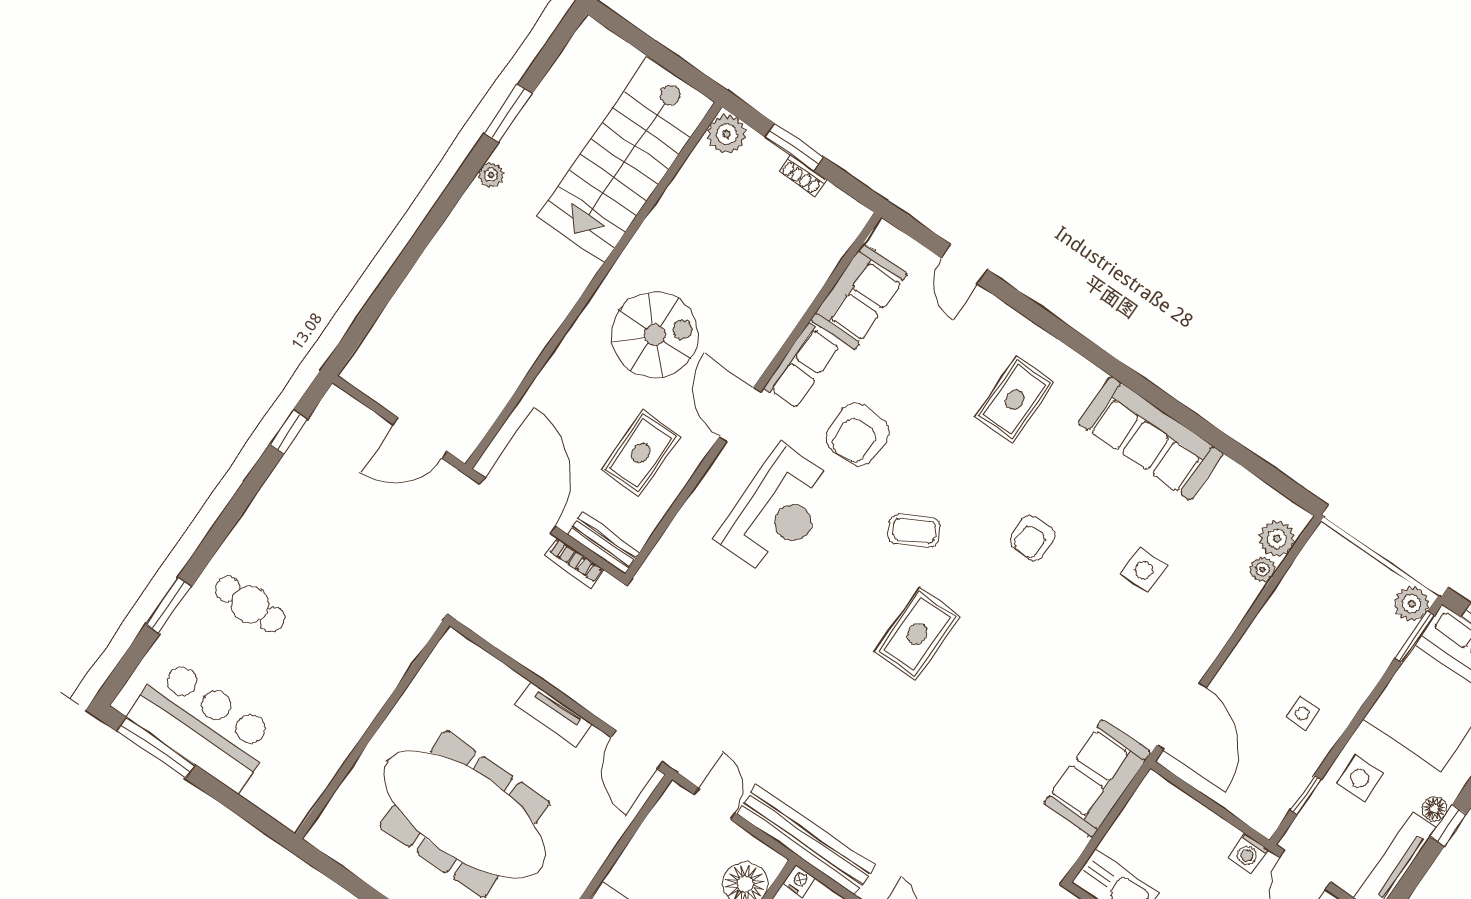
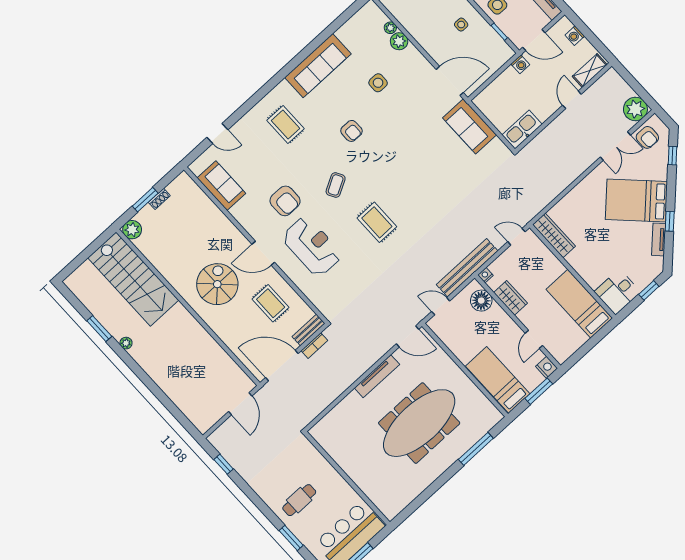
row of seats: (802, 366) -> (247, 220), removed
plant: (1277, 539) -> (399, 41), moved
rug: (917, 634) -> (377, 222), moved
tv unit: (553, 714) -> (377, 376), width x1.41
wall: (372, 730) -> (347, 478), moved

